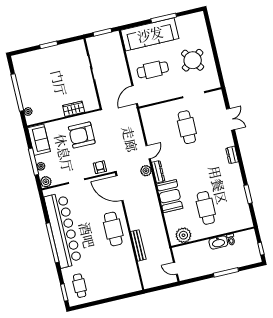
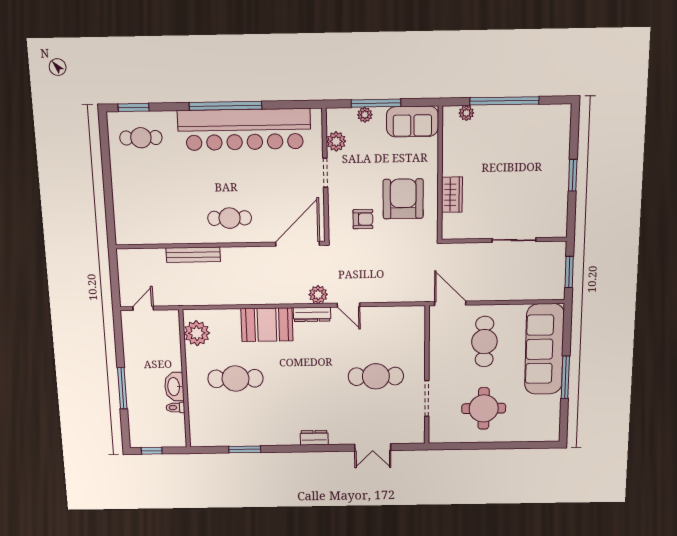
round table: (193, 60) -> (484, 408), turned 35
armchair: (100, 167) -> (363, 219), moved
plant: (46, 182) -> (336, 141), moved
cafe table: (113, 229) -> (230, 218), width x0.73, depth x0.74

